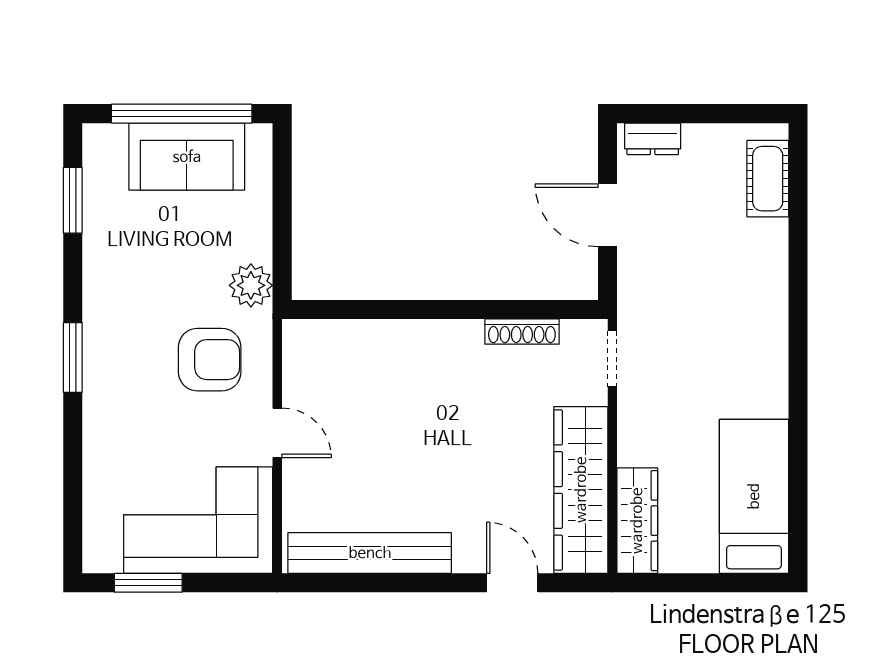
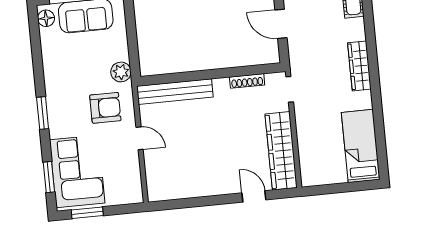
floor lamp: (100, 153) -> (46, 18), added
window: (73, 200) -> (49, 177), moved
corner sofa: (198, 520) -> (77, 171), moved, turned 90
wardrobe: (637, 521) -> (359, 66), moved, turned 180
bench: (370, 553) -> (175, 92), moved

